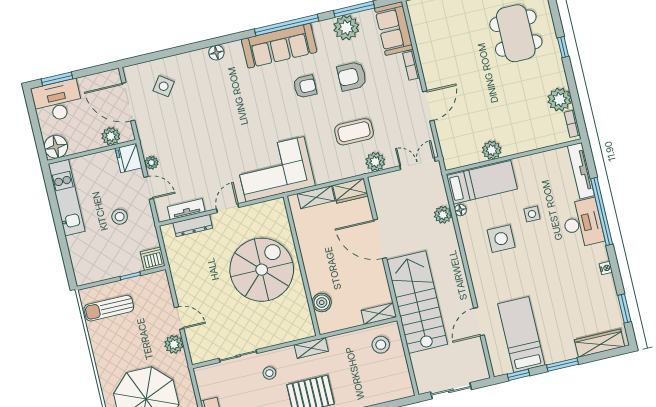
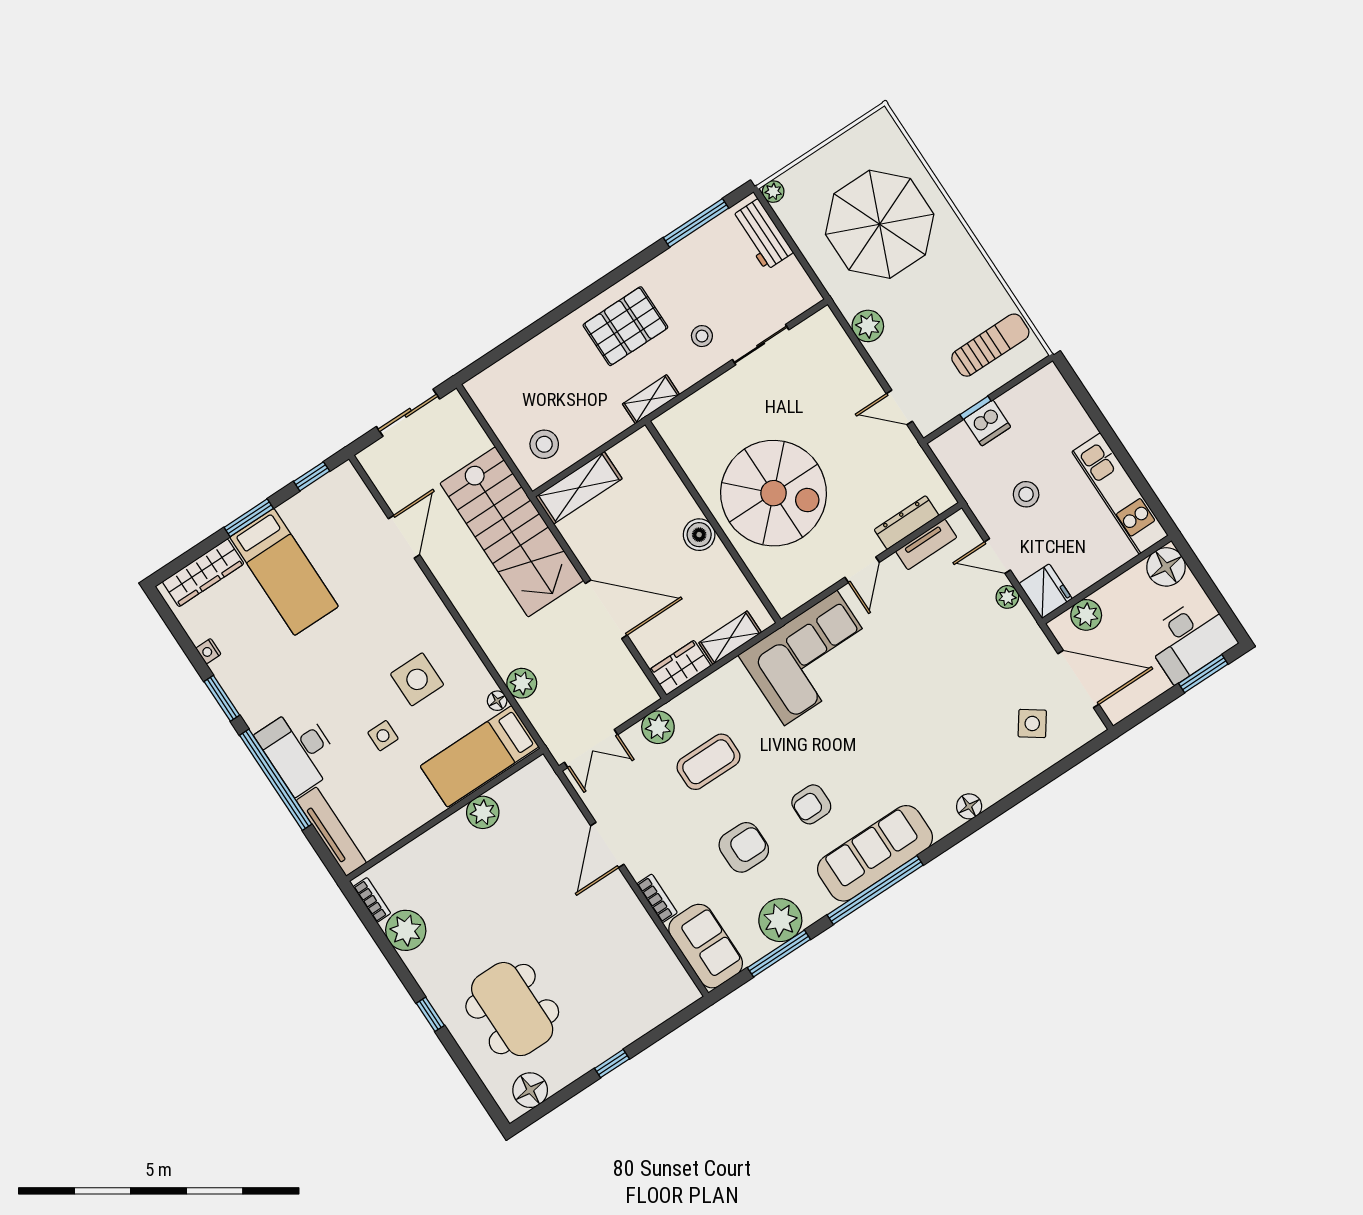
dishwasher: (153, 259) -> (987, 423), moved
nightstand: (606, 268) -> (208, 651), moved
spiral stairs: (262, 270) -> (774, 493), turned -90
boiler: (322, 302) -> (699, 535), moved
window: (624, 308) -> (222, 698), moved
shelving: (379, 314) -> (579, 488), width x1.50, depth x1.33
door: (179, 318) -> (899, 407), moved
bed: (521, 334) -> (284, 572), moved

